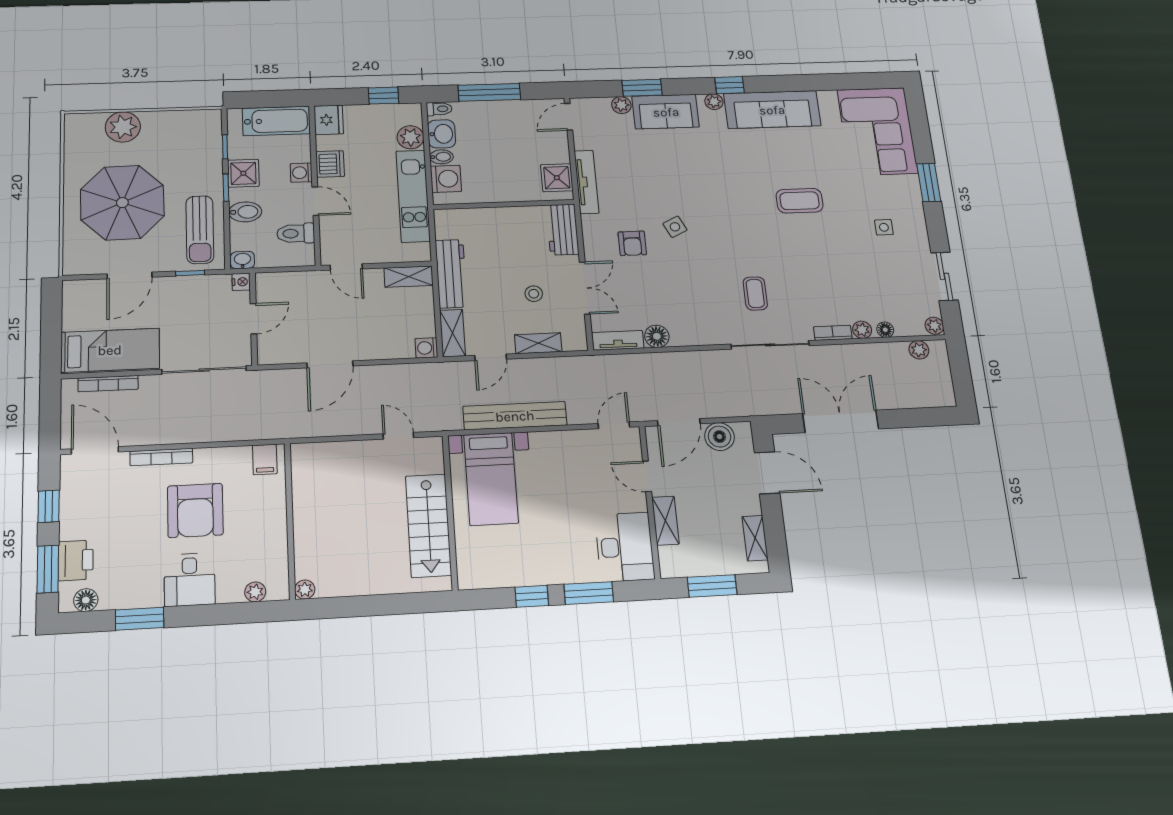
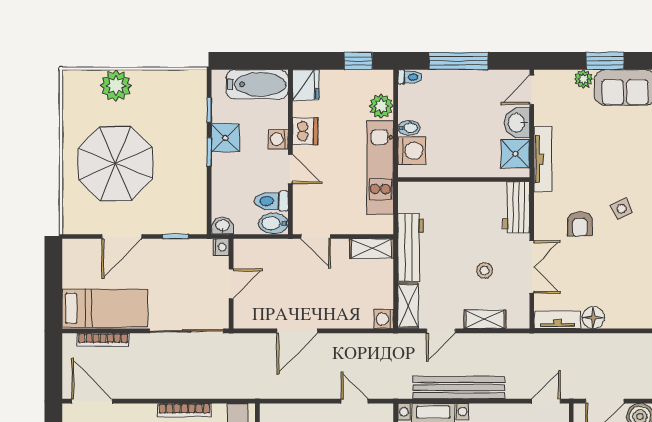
washbasin: (442, 134) -> (517, 123), moved, turned 180
bidet: (245, 212) -> (273, 223), moved, turned 180
sun lounger: (200, 230) -> (185, 194), removed
bookcase: (161, 457) -> (184, 410), moved

